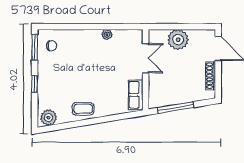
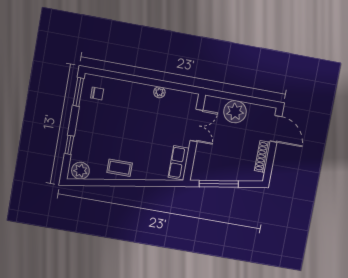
window: (35, 84) -> (69, 145), moved

